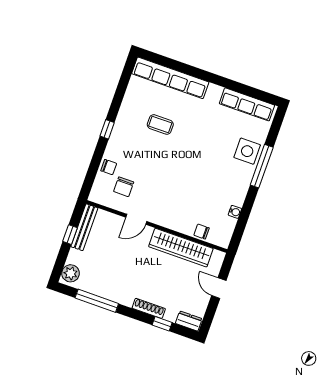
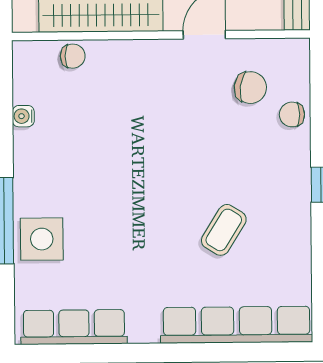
coffee table: (160, 124) -> (224, 230), turned -58
chair: (124, 187) -> (250, 88), turned 98

